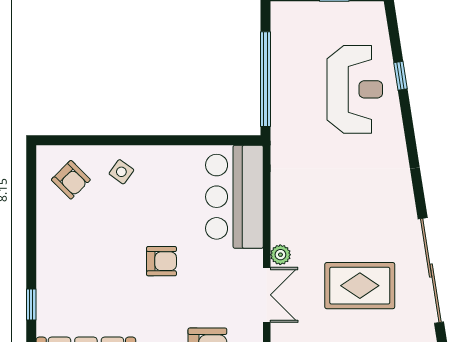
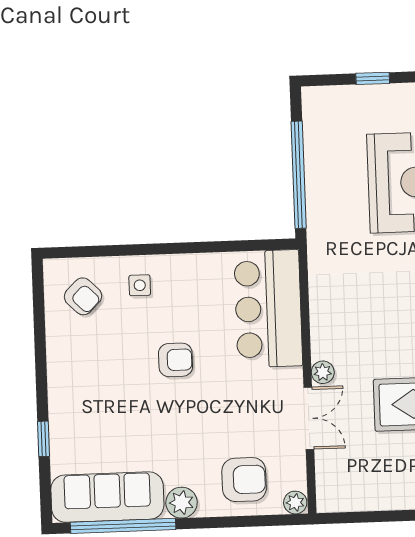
side table: (121, 172) -> (140, 285), turned -36
armchair: (162, 261) -> (176, 360), moved

